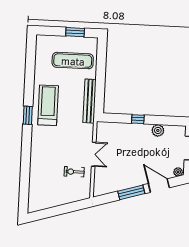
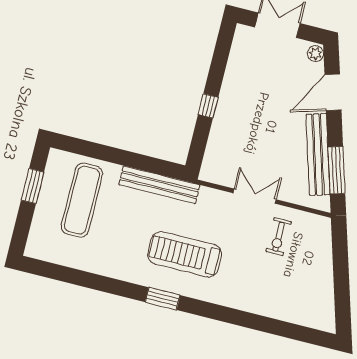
treadmill: (48, 105) -> (185, 254), moved
plant: (158, 130) -> (235, 75), removed
bench: (123, 184) -> (318, 154), added
window: (131, 192) -> (336, 170), moved

